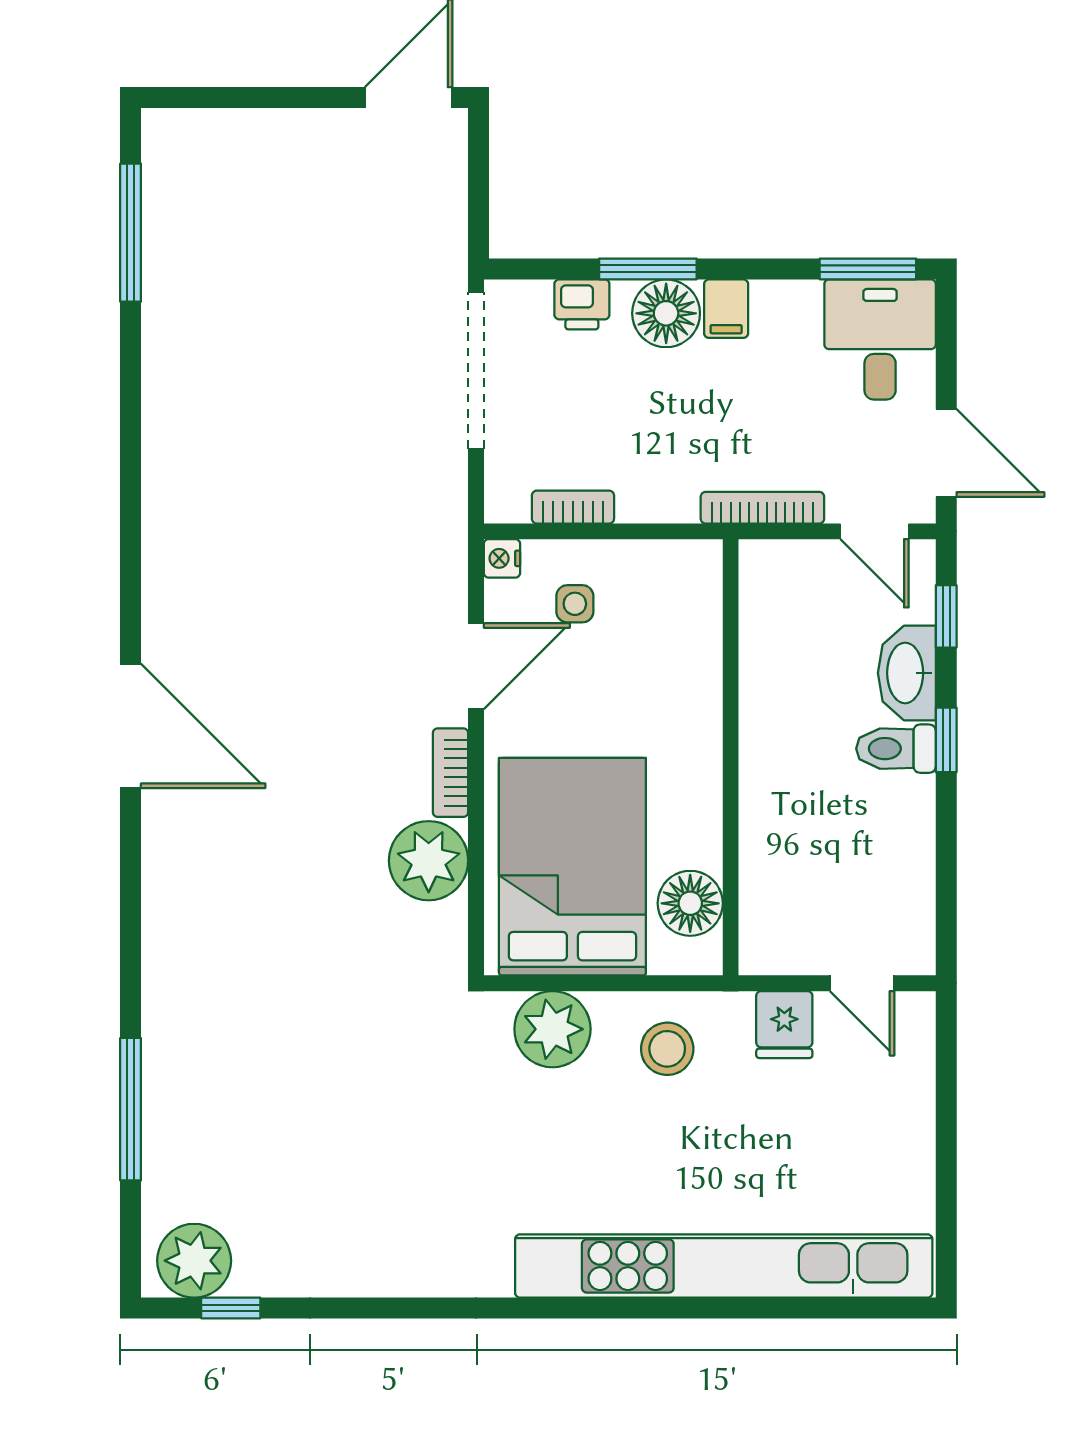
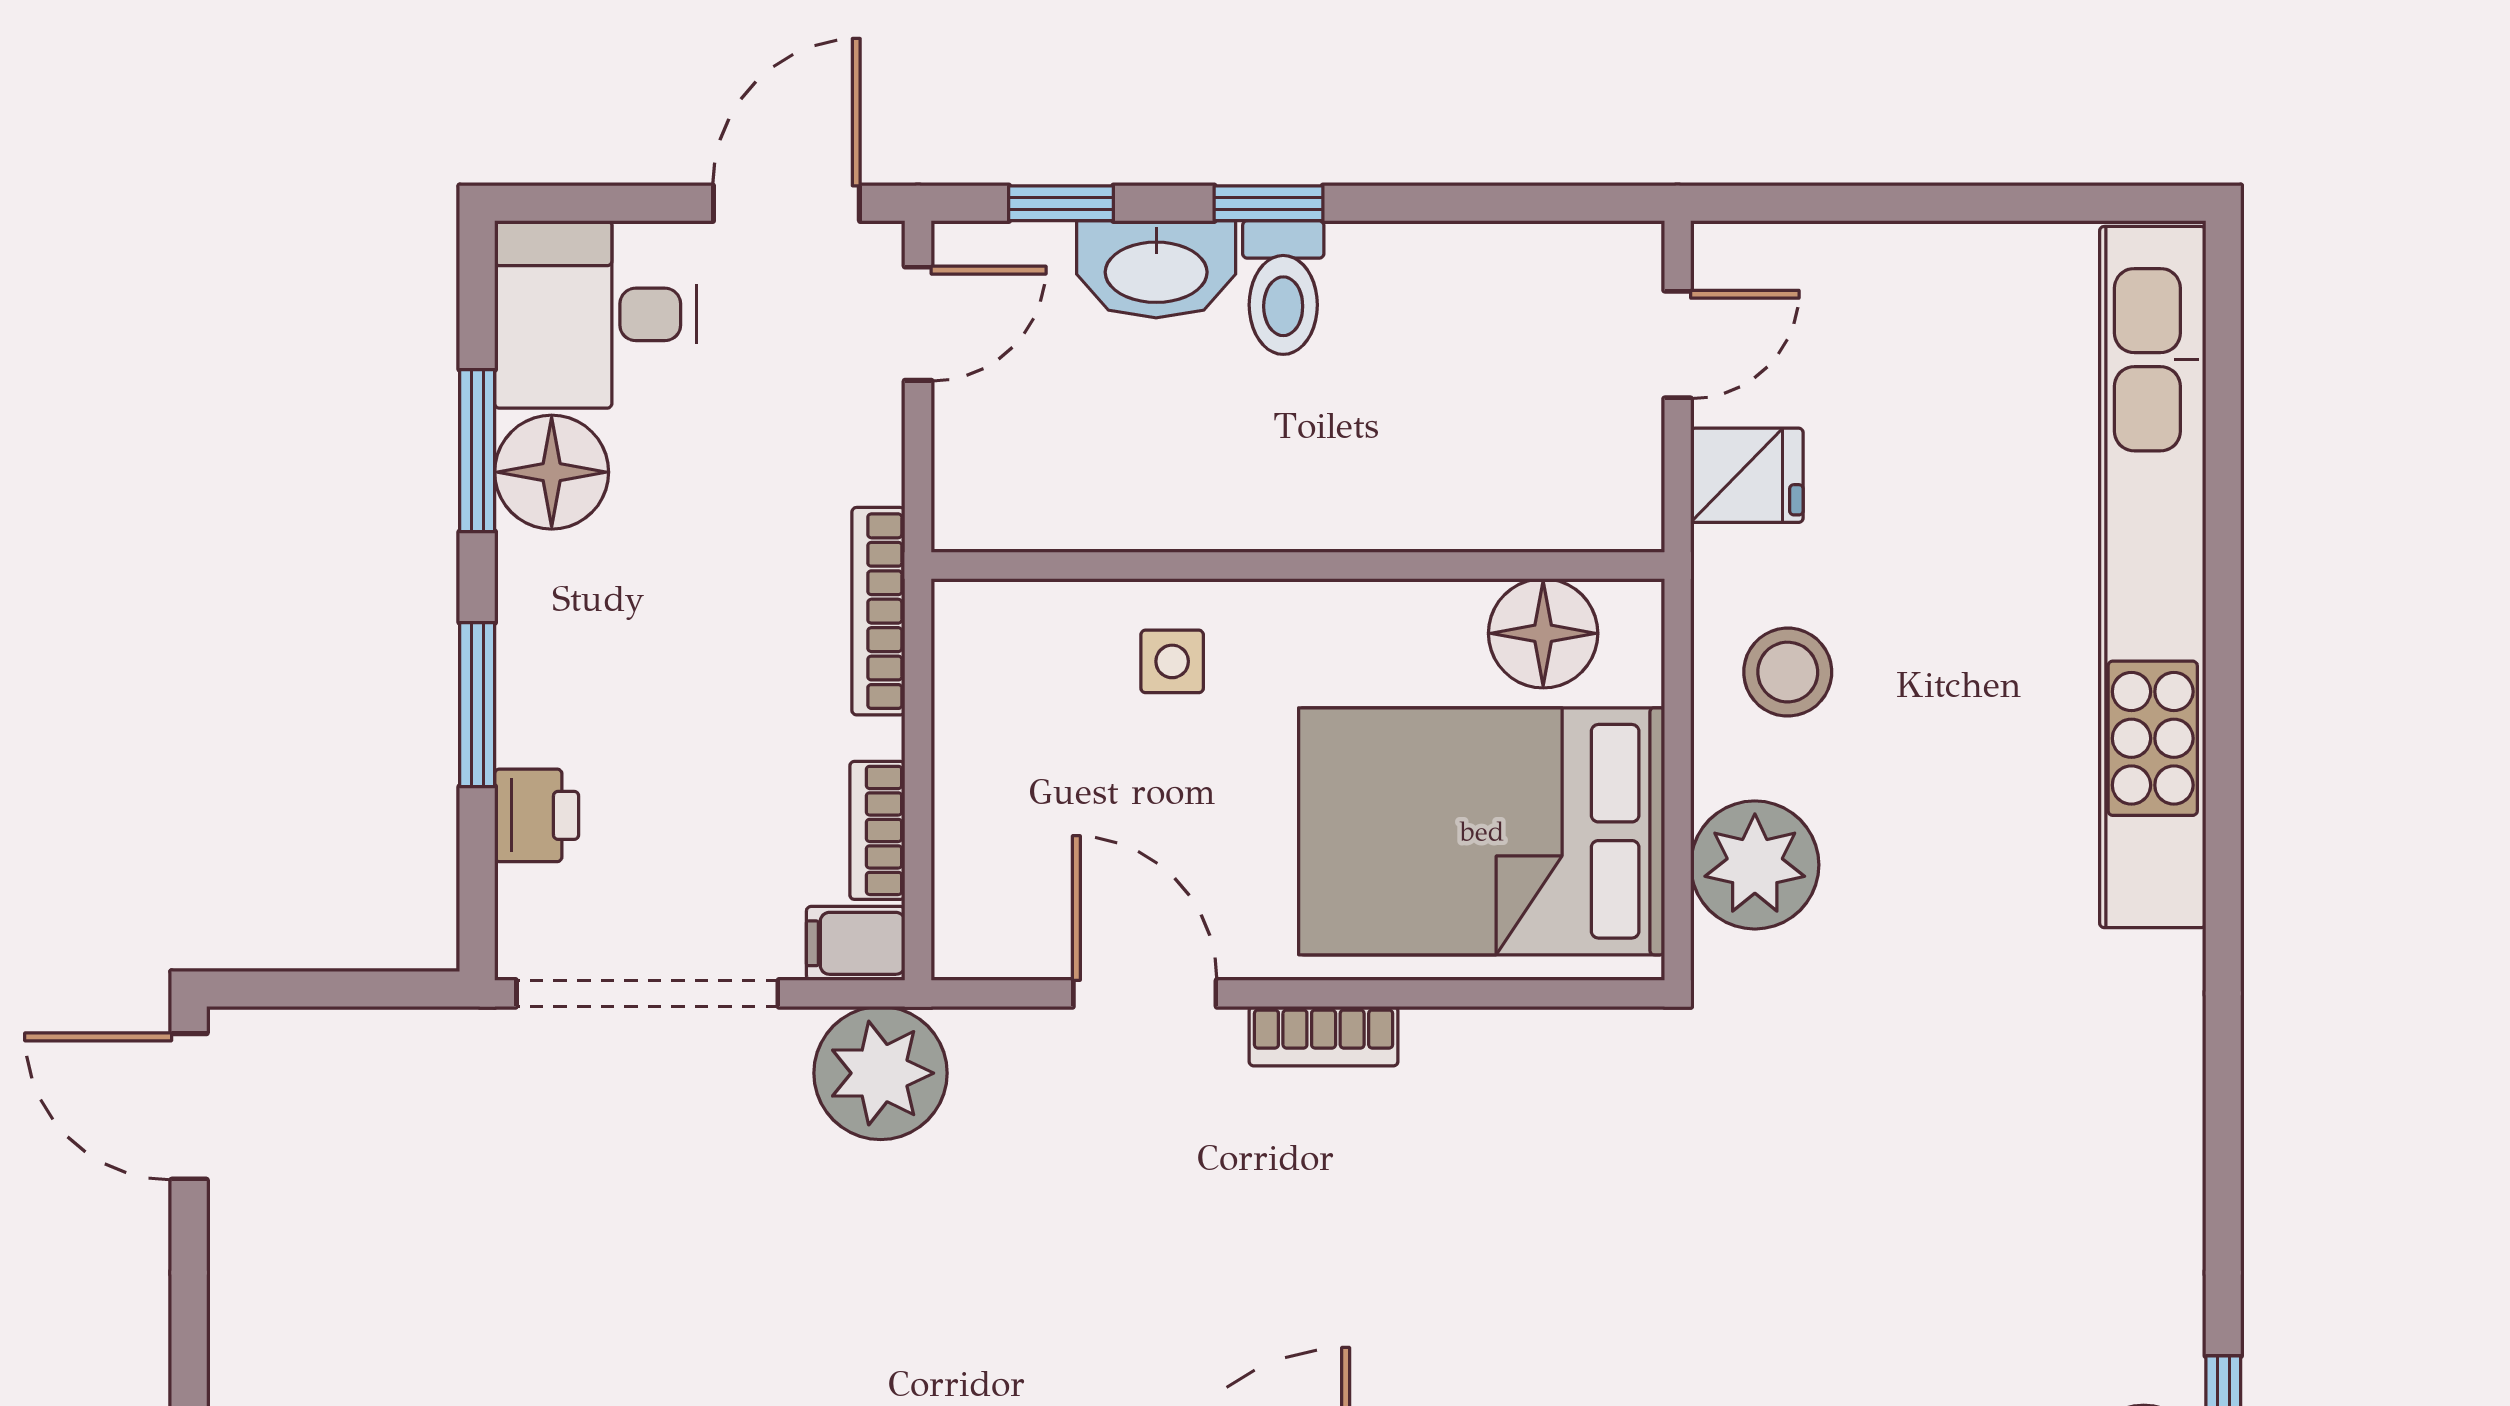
window: (868, 269) -> (477, 451), moved
filing cabinet: (726, 309) -> (856, 943), moved, turned 180
floor lamp: (666, 313) -> (552, 472), moved
bookcase: (762, 508) -> (878, 611), moved
nightstand: (502, 558) -> (964, 950), removed
side table: (575, 604) -> (1172, 661), moved
plant: (429, 861) -> (881, 1073), moved

